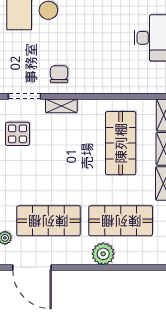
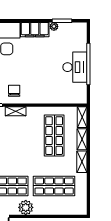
plant: (103, 254) -> (26, 207), moved

